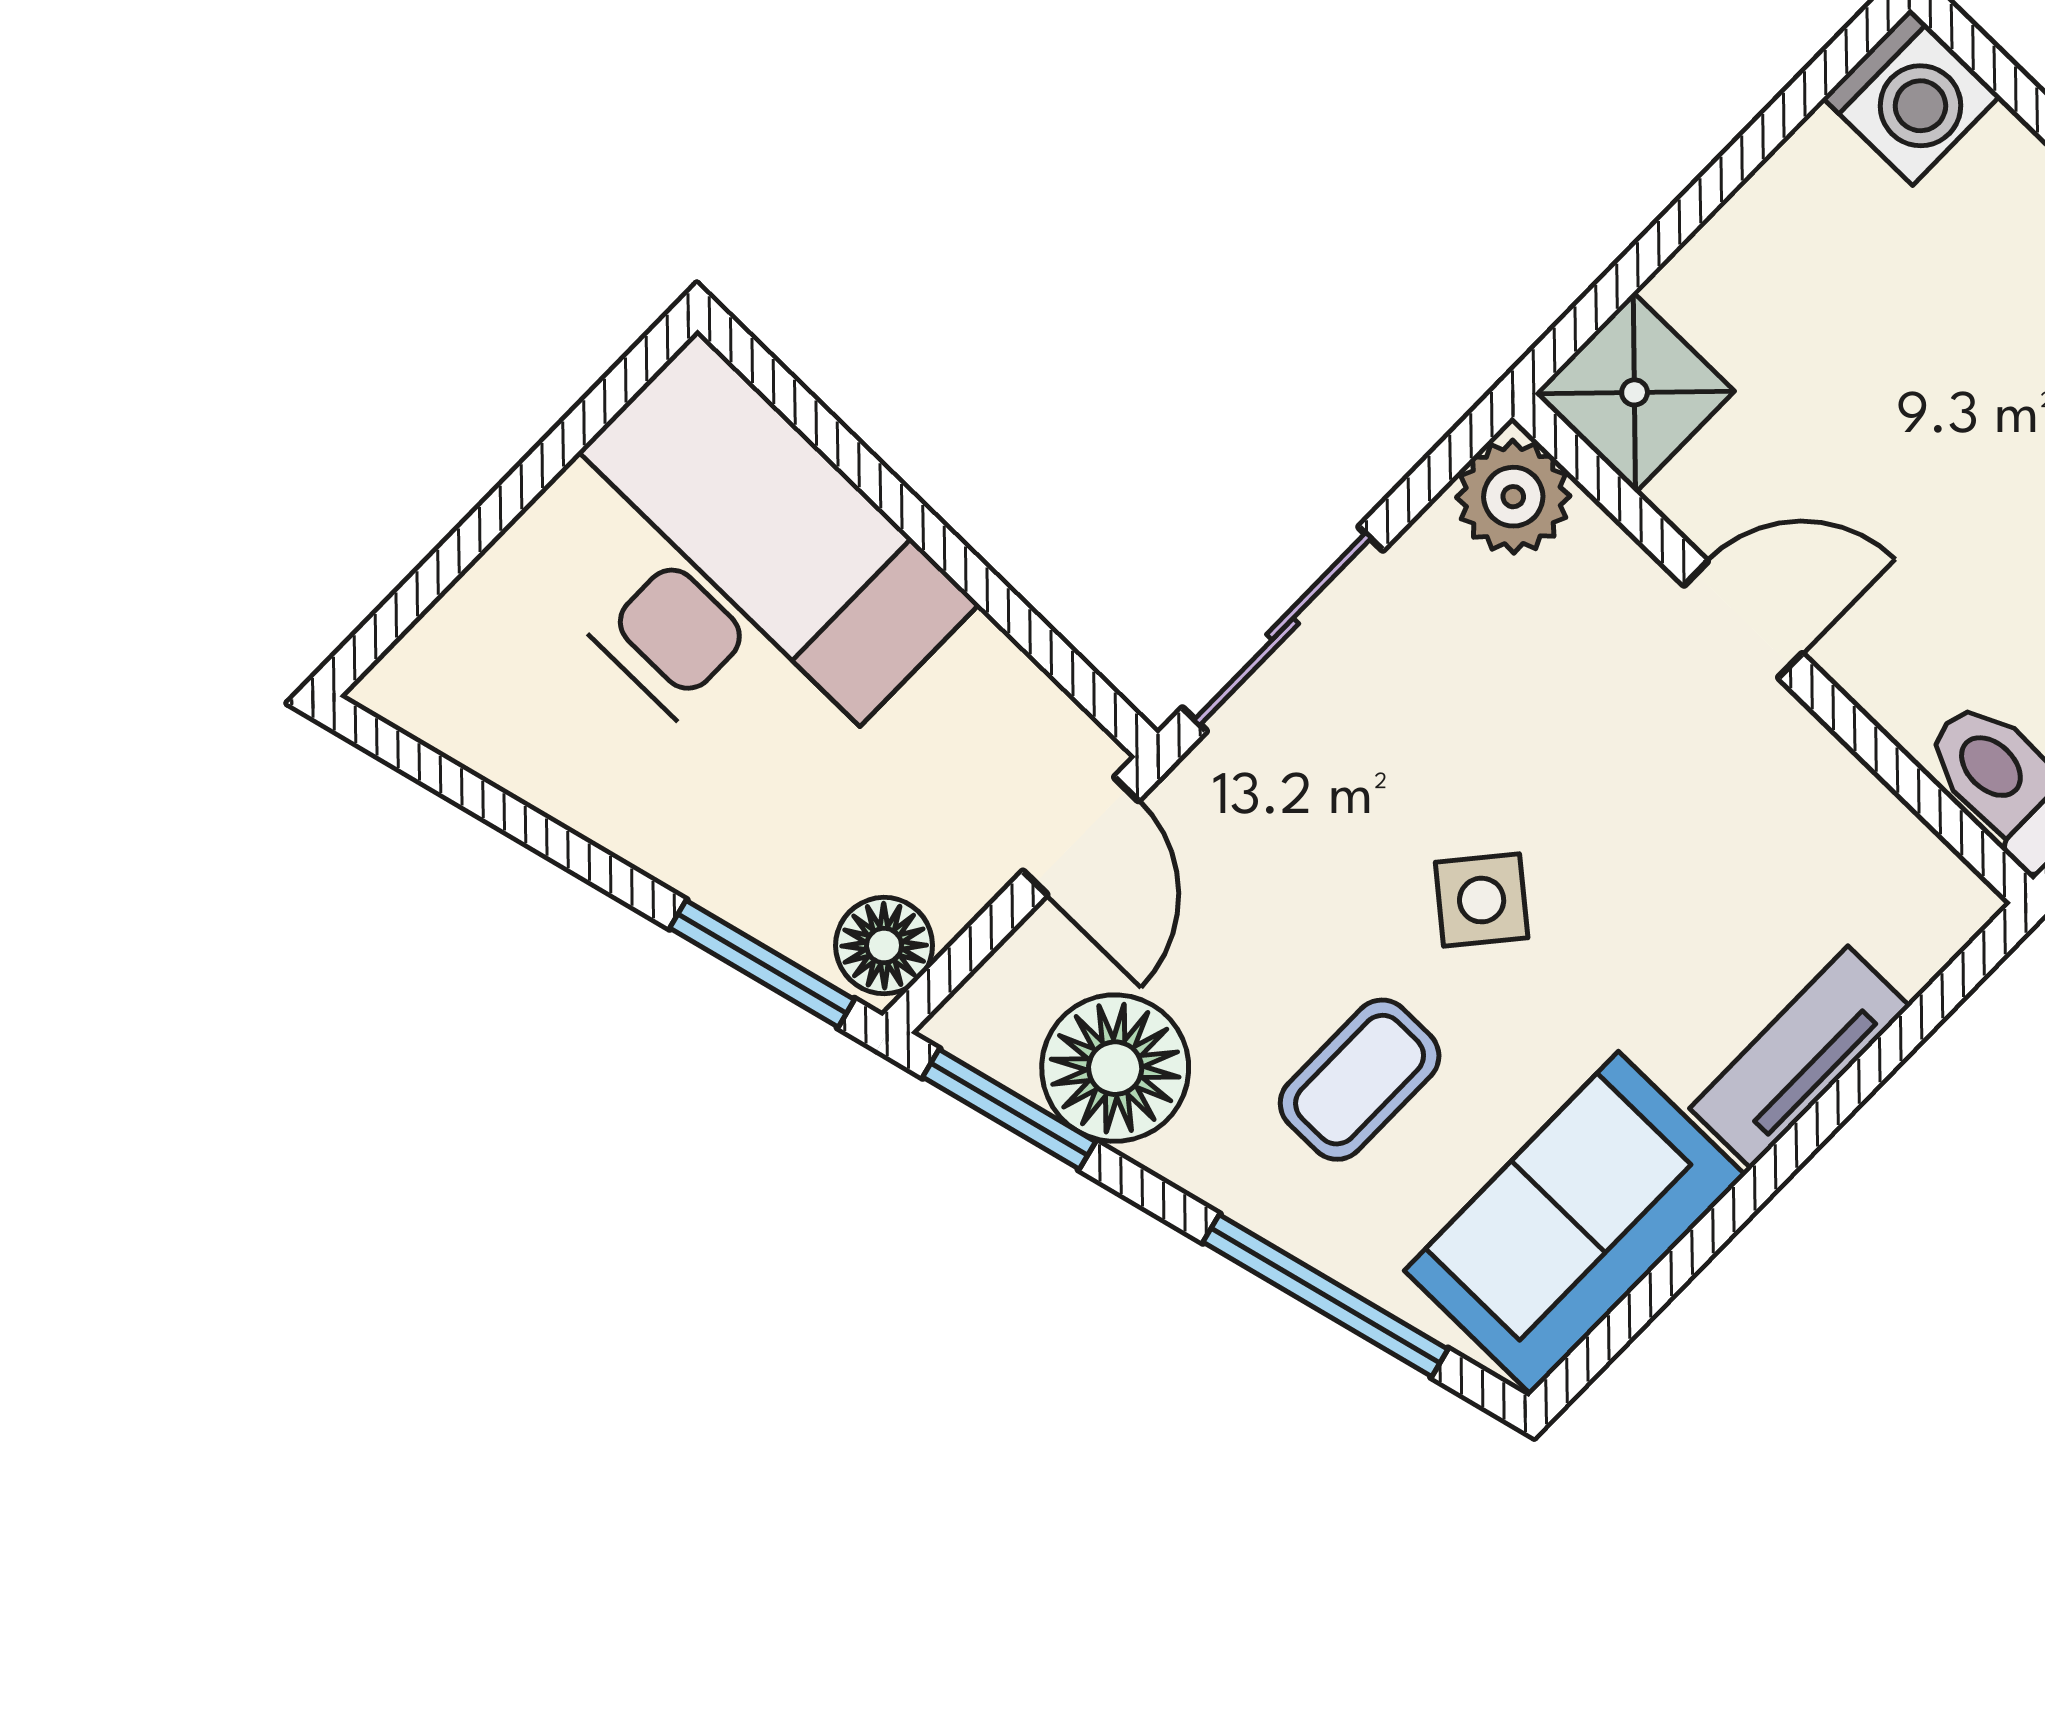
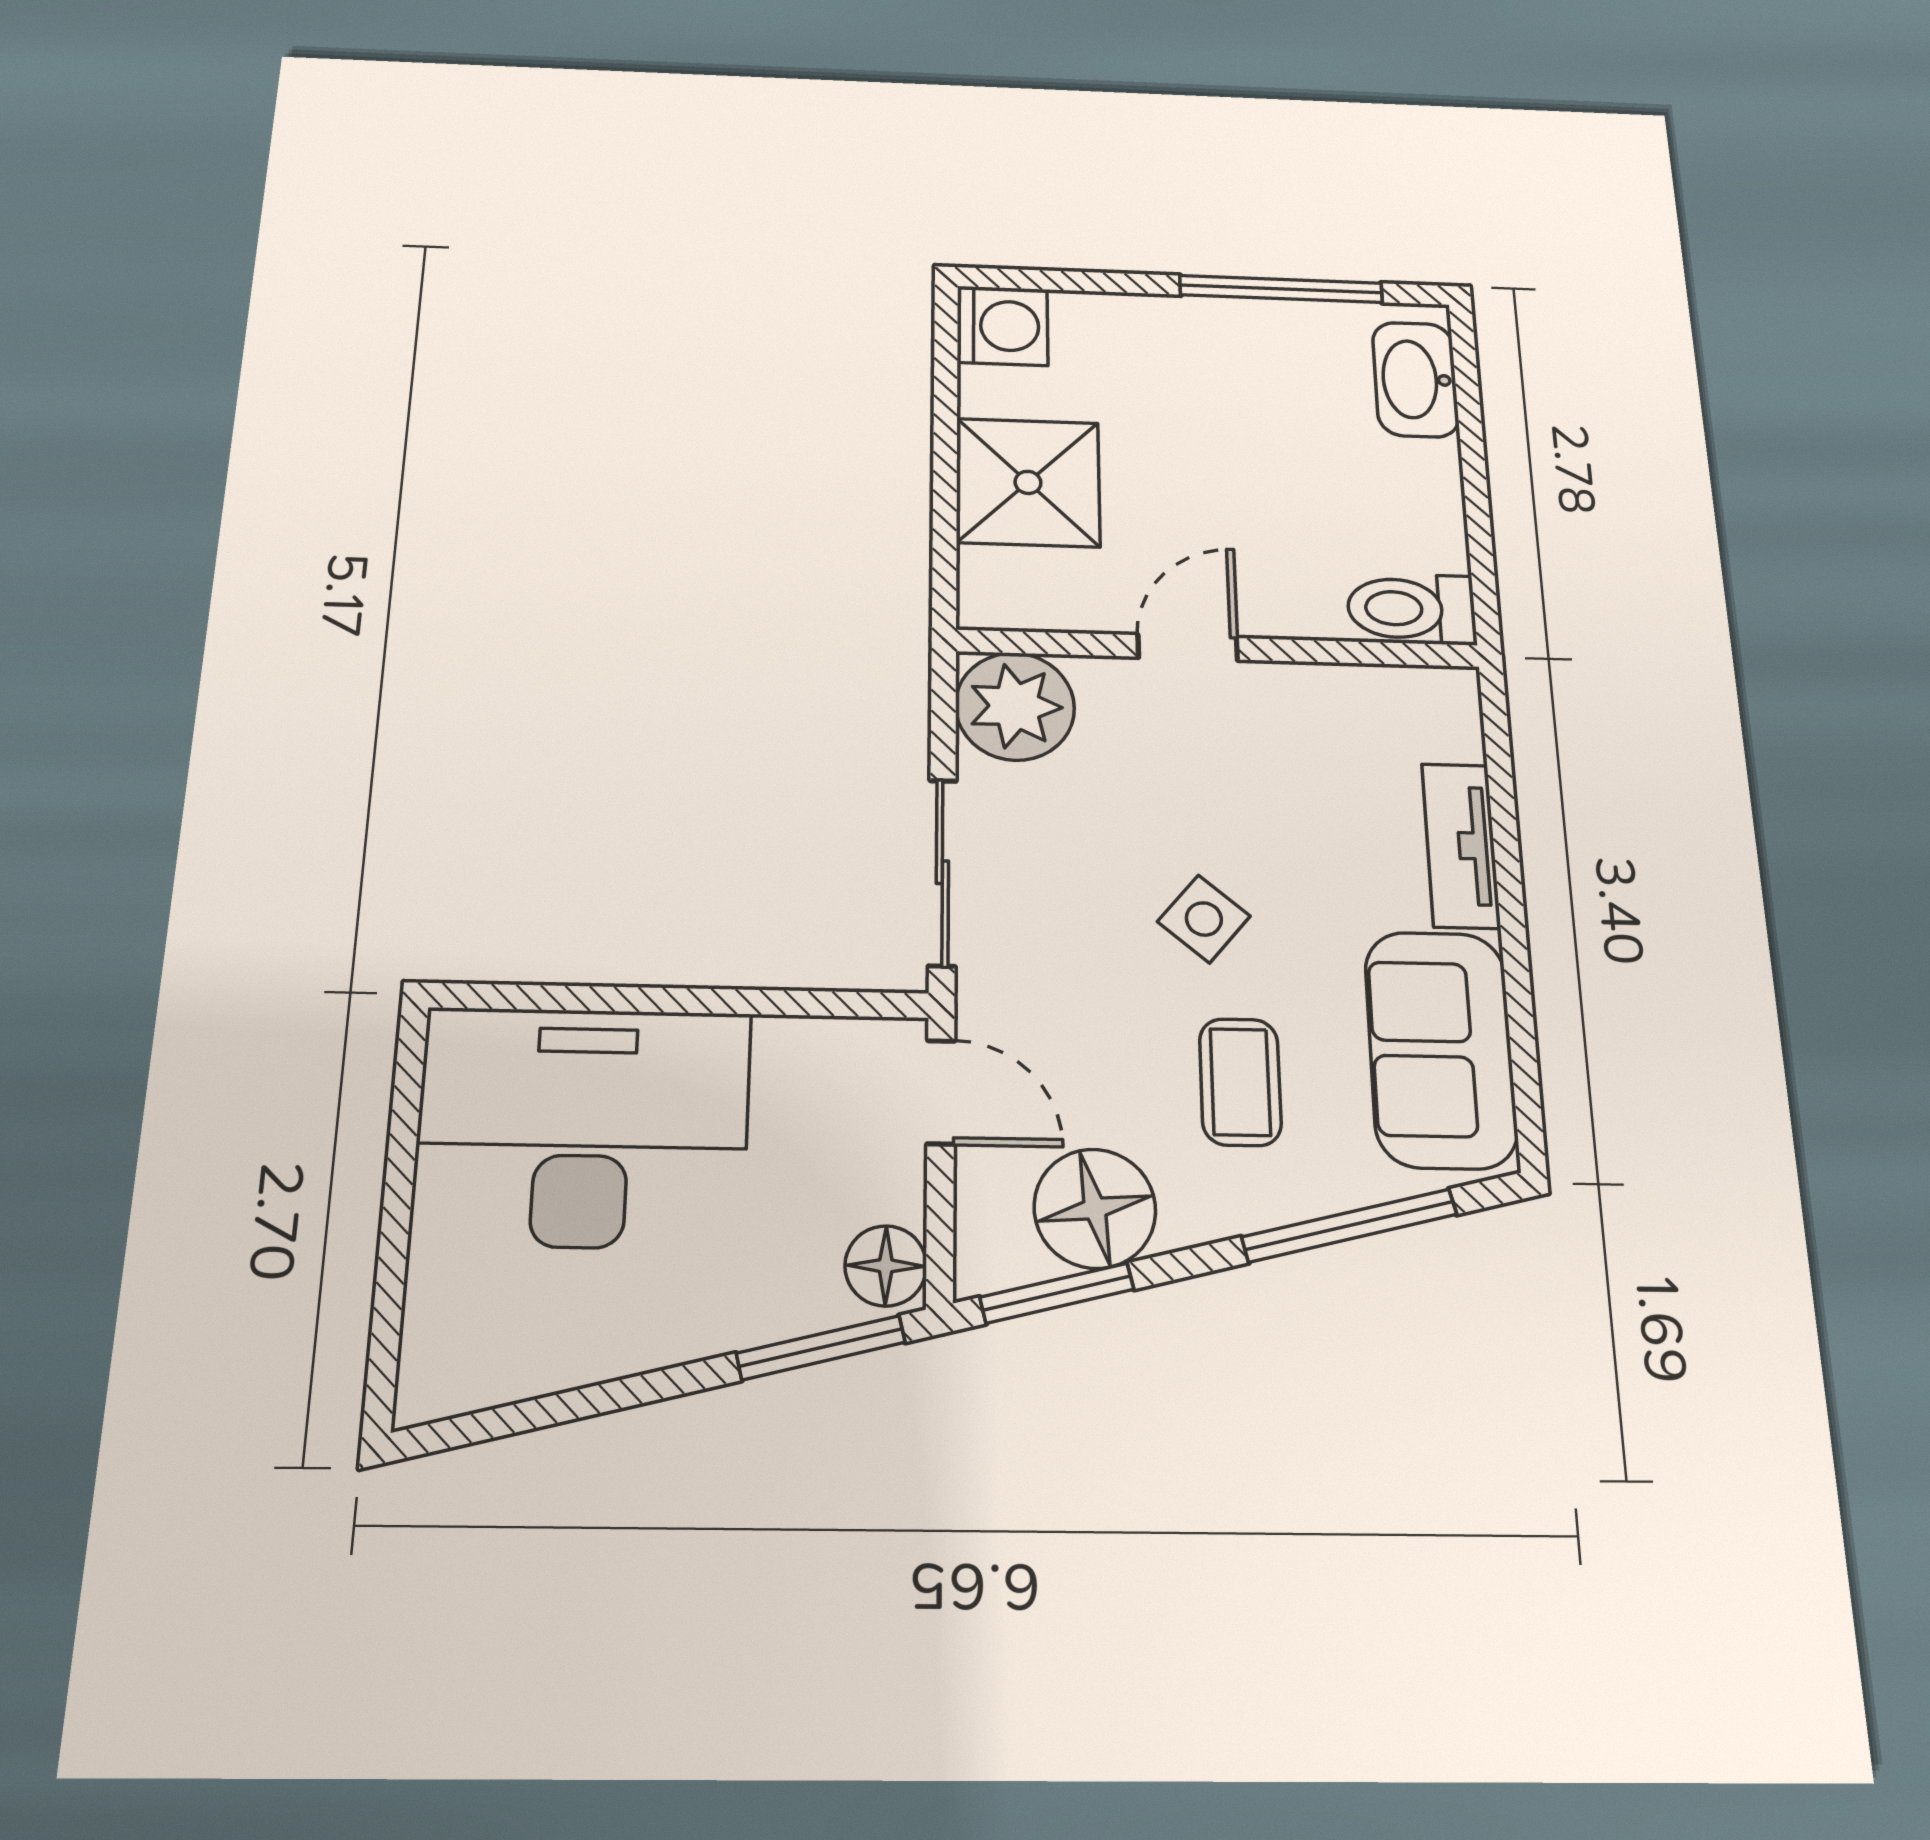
shower: (1635, 392) -> (1028, 482), moved, width x1.36, depth x1.36
plant: (1513, 497) -> (1015, 706), width x1.36, depth x1.36

